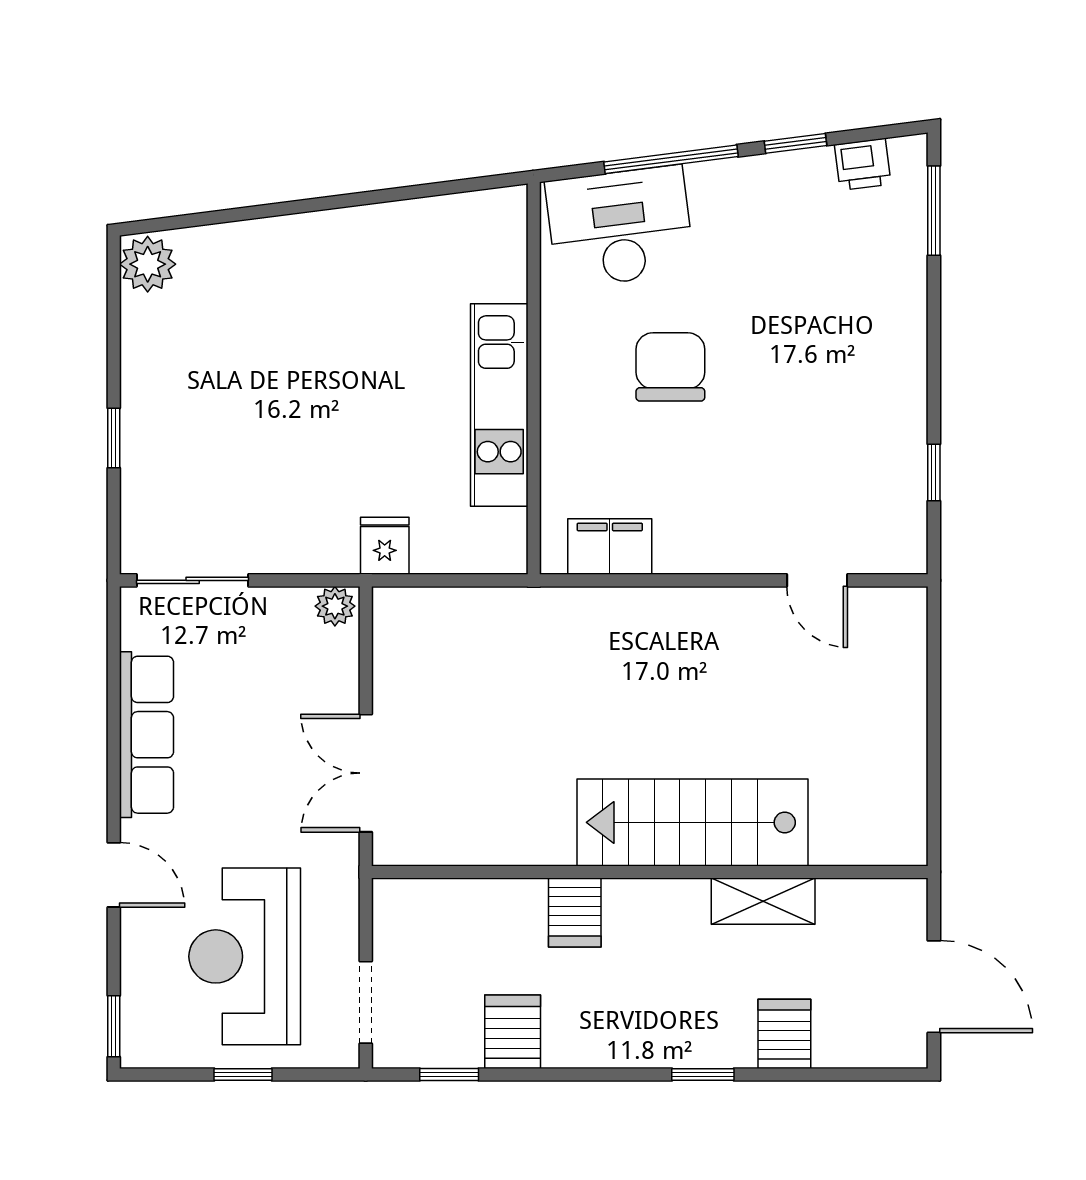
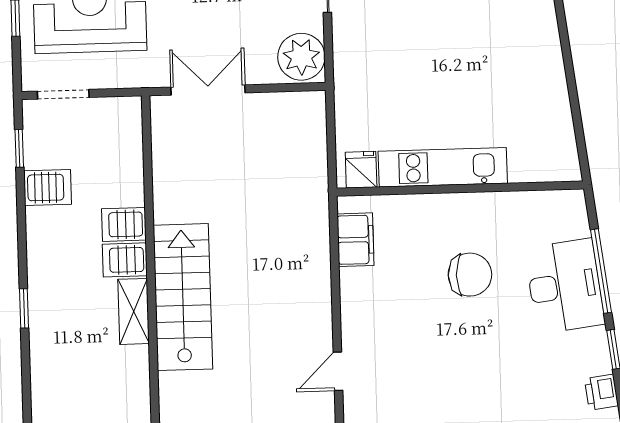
desk: (620, 227) -> (565, 286), moved
fridge: (385, 546) -> (361, 170), moved, turned -90
plant: (335, 606) -> (301, 57), width x1.88, depth x1.88
shelving: (763, 901) -> (134, 311), moved
server rack: (784, 1034) -> (125, 260), moved, turned 180

